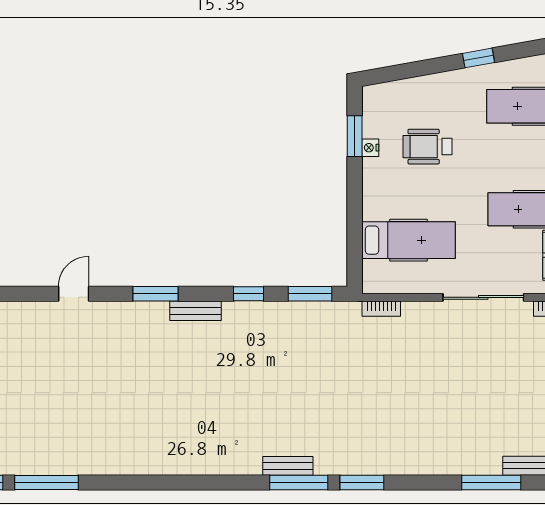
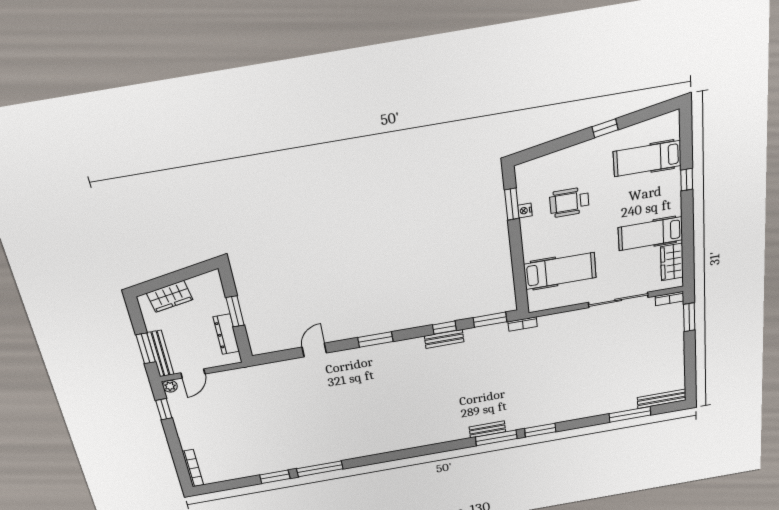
bookcase: (381, 309) -> (523, 324), moved
bench: (196, 311) -> (444, 339), moved

